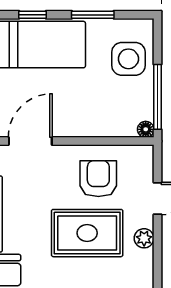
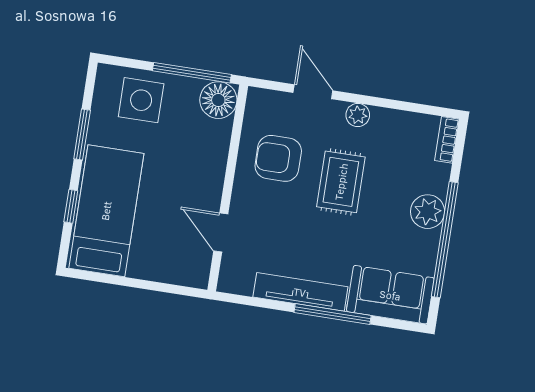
floor lamp: (146, 129) -> (218, 100), width x1.89, depth x1.89
door: (30, 141) -> (221, 233), width x0.73
rug: (87, 233) -> (341, 182), width x0.73, depth x0.70

